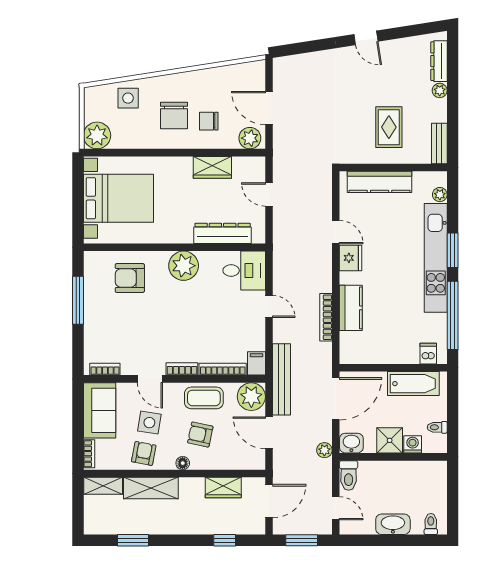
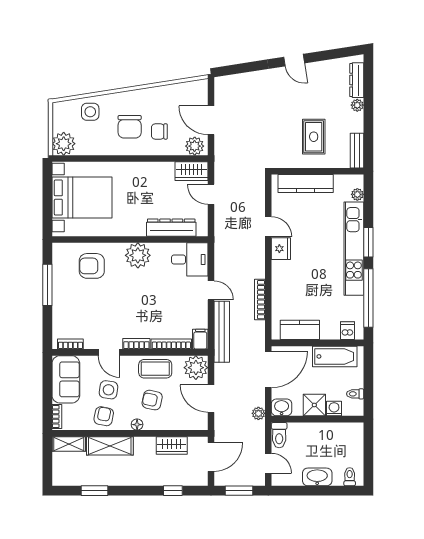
wardrobe: (212, 167) -> (192, 171), moved
kitchen counter: (351, 308) -> (300, 330), moved, turned -90
bench: (282, 379) -> (222, 332), moved

